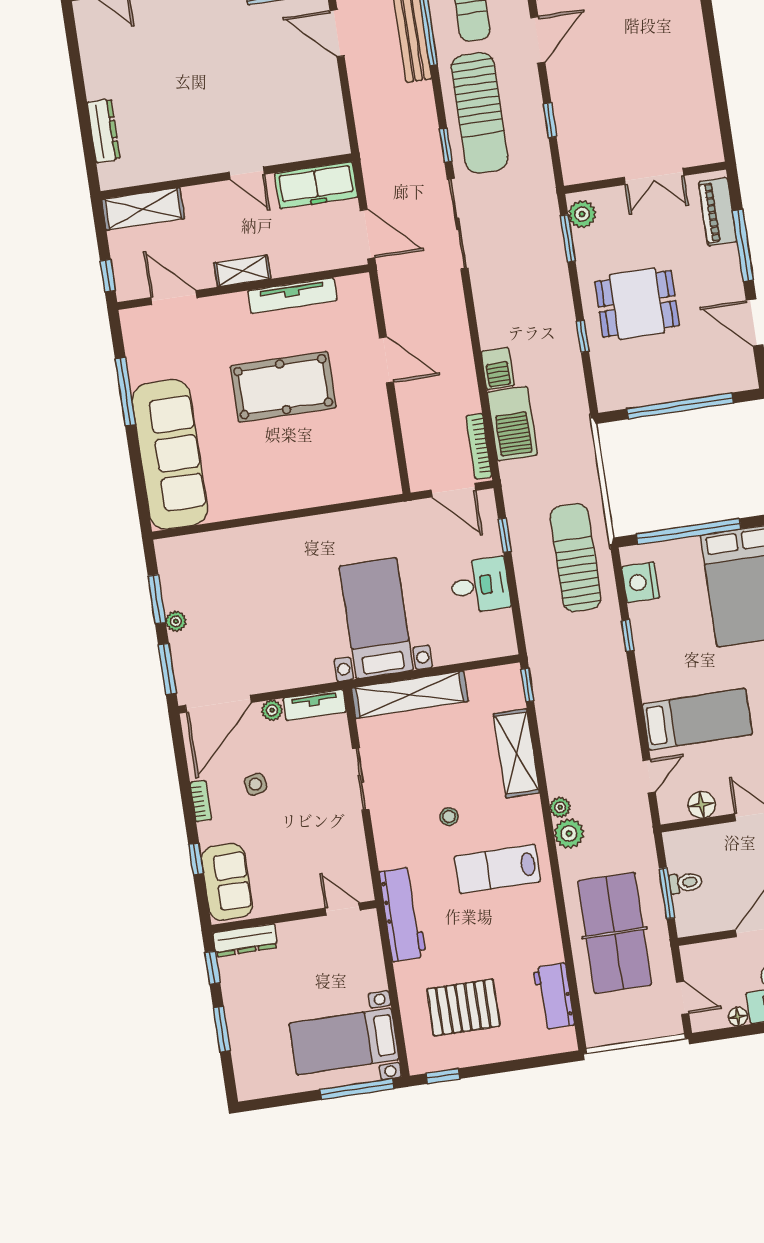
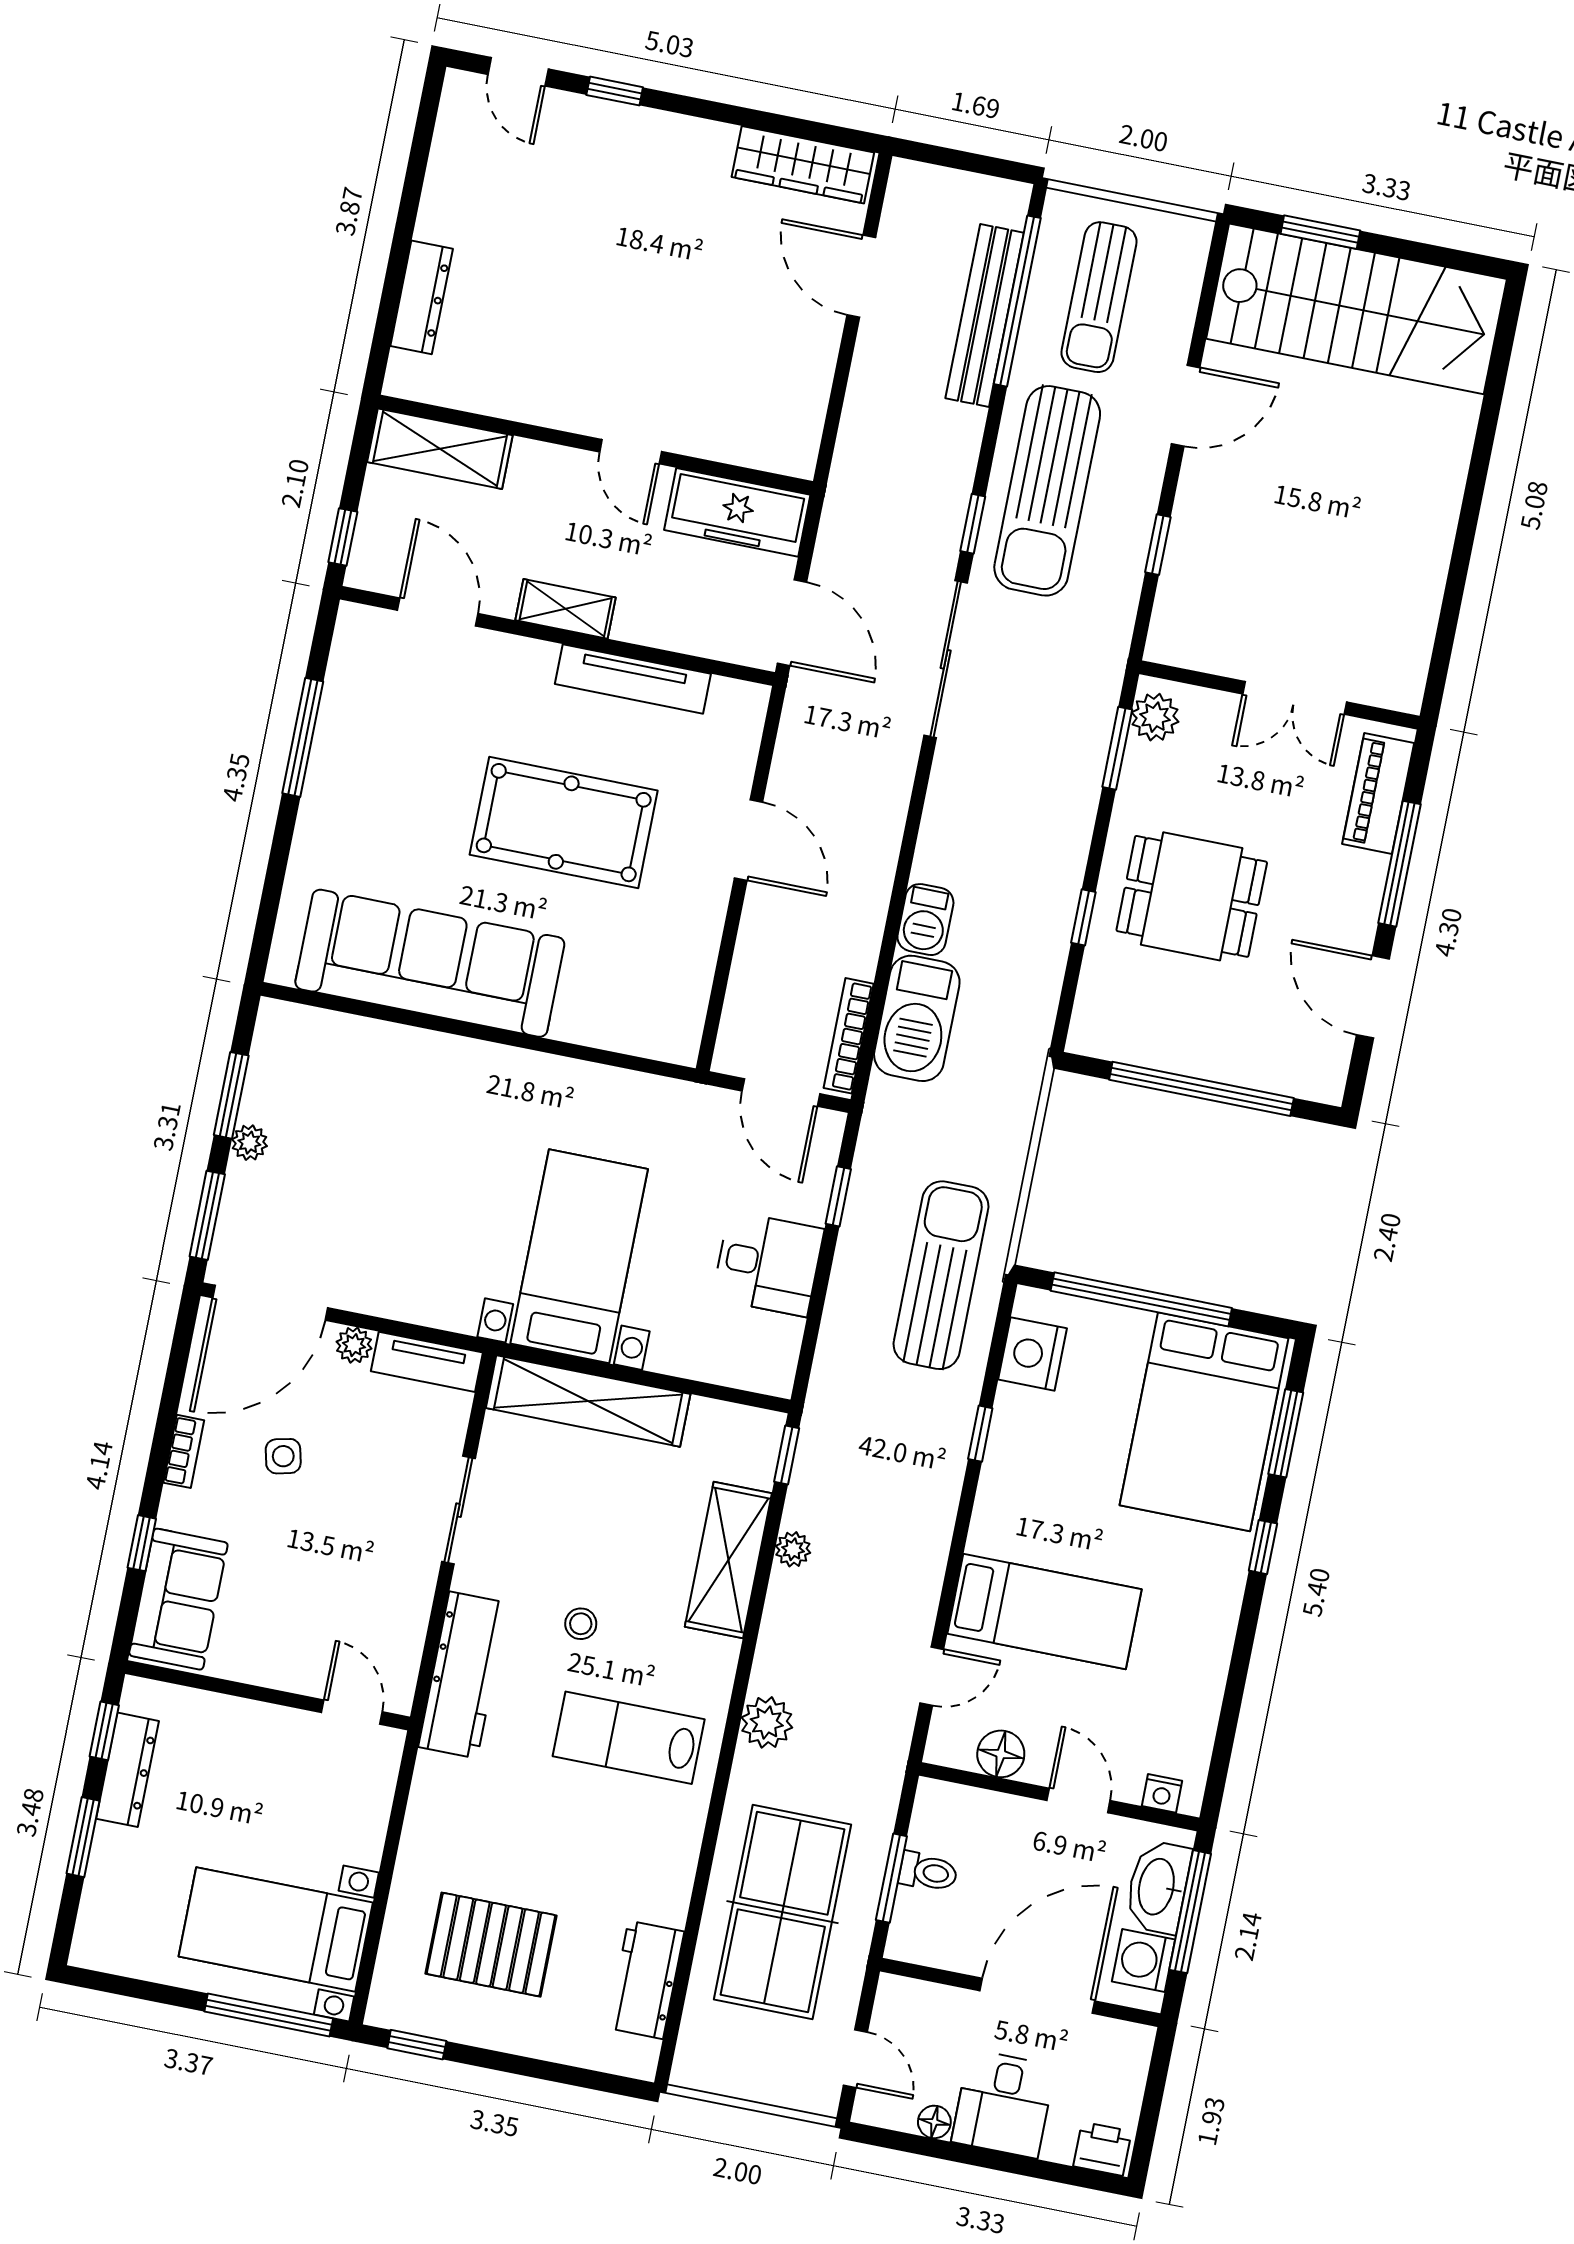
sofa: (170, 454) -> (430, 963), moved, turned -90
plant: (560, 807) -> (793, 1549), moved
workbench: (403, 914) -> (463, 1675), moved
dresser: (245, 940) -> (128, 1770), moved, turned -90

